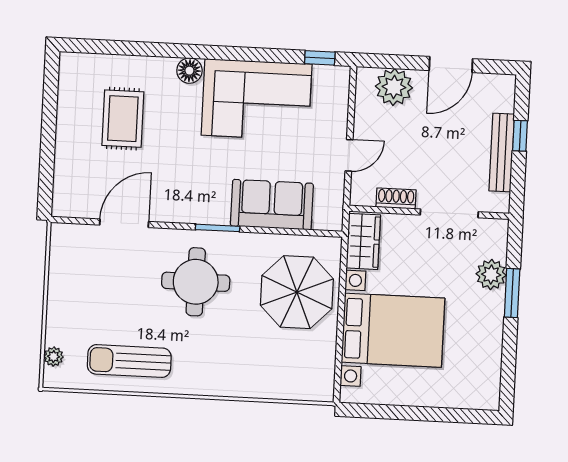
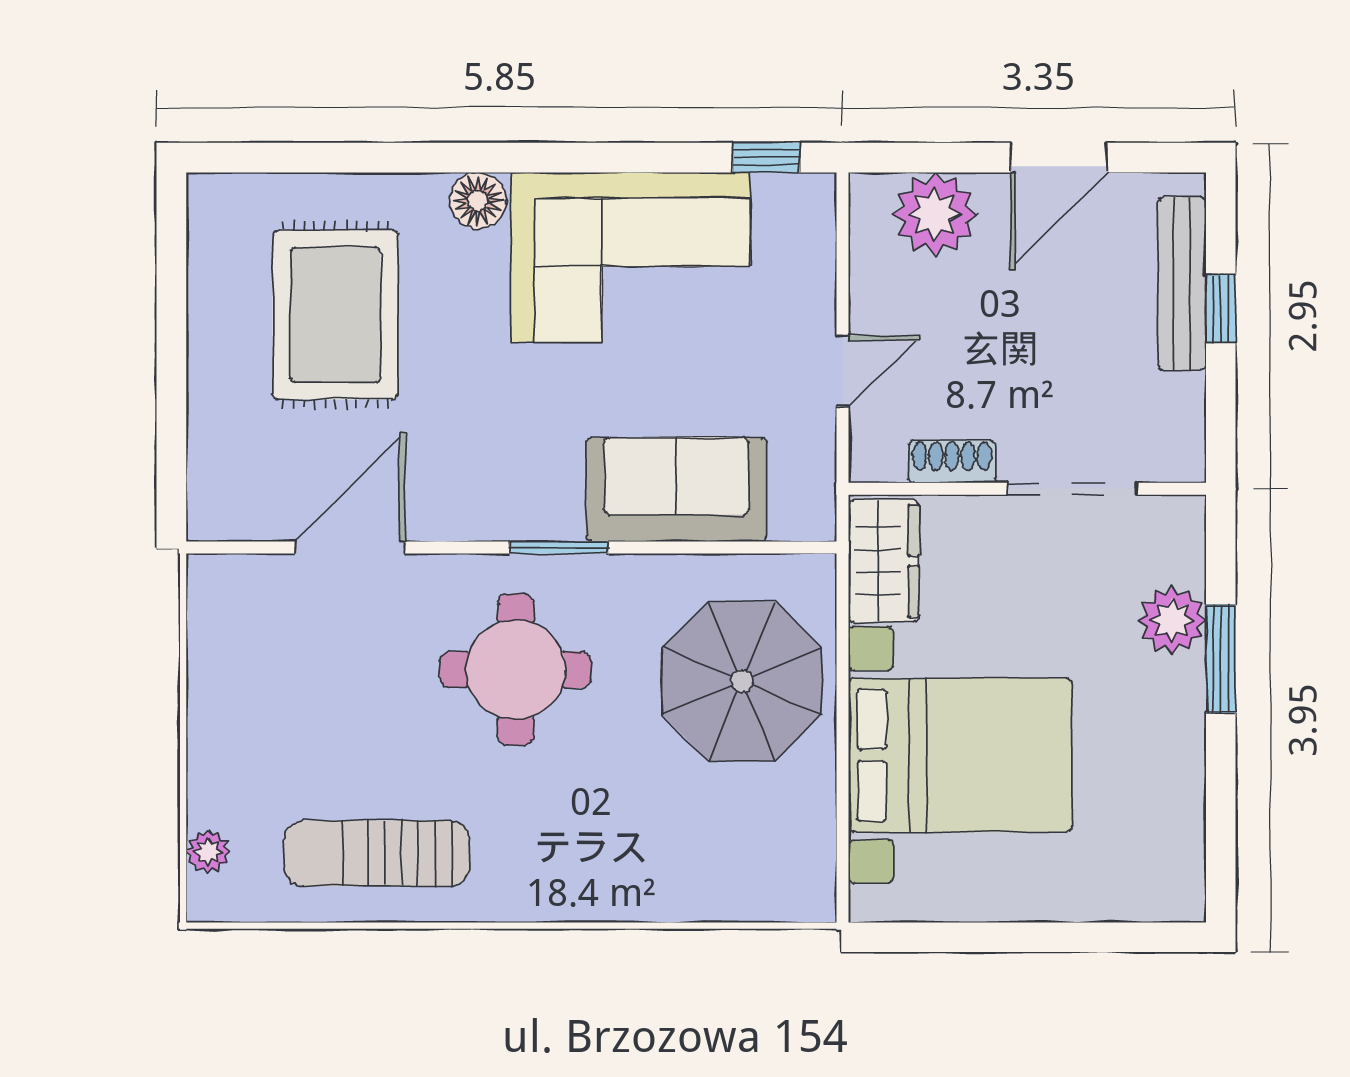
rug: (123, 119) -> (335, 315), width x1.36, depth x1.43
bench: (502, 153) -> (1182, 283), moved

